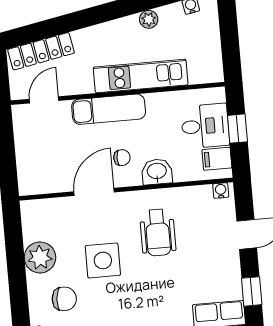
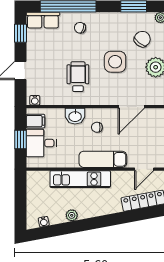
door: (94, 192) -> (131, 107), moved
chair: (64, 299) -> (142, 39), turned 123
chair: (161, 308) -> (80, 28), added

